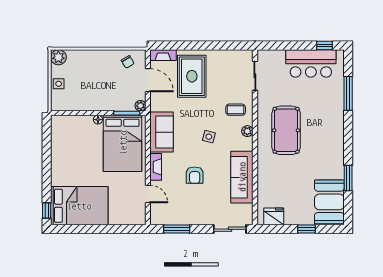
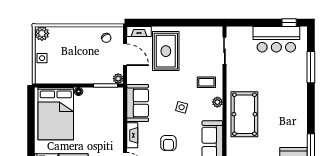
pool table: (286, 130) -> (244, 114), moved
bed: (123, 143) -> (56, 114), moved

